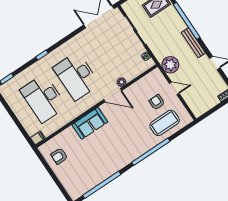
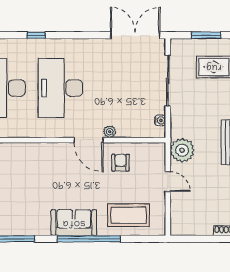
armchair: (157, 102) -> (120, 163), moved
sofa: (90, 123) -> (74, 223), moved, turned 180

